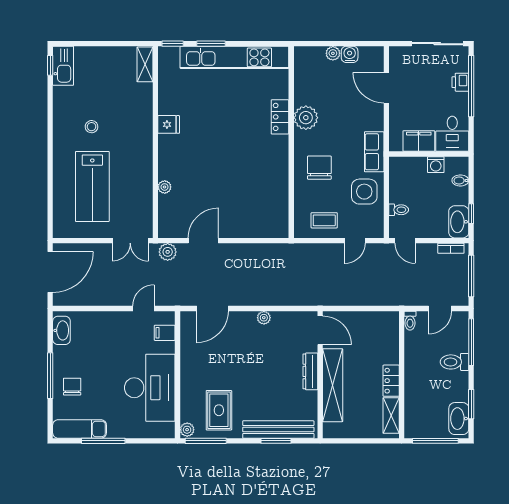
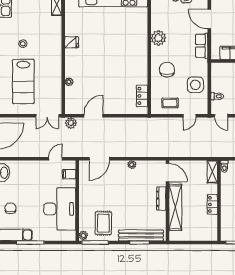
locker: (280, 117) -> (142, 96), moved
row of seats: (374, 152) -> (202, 46), moved
shelving: (391, 416) -> (212, 172), moved

